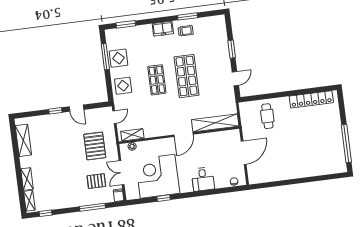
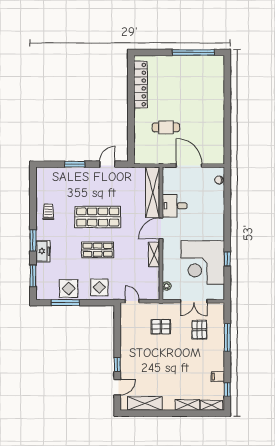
window: (188, 16) -> (33, 240), moved
freezer: (163, 29) -> (43, 251), moved
door: (235, 79) -> (107, 164), hinge flipped
door: (76, 108) -> (117, 387), moved
cafe table: (267, 116) -> (166, 127), moved
shelving: (132, 135) -> (154, 254), moved
door: (184, 135) -> (161, 228), swing flipped
pallet: (95, 146) -> (161, 327), width x0.67, depth x0.71
desk: (203, 179) -> (175, 206), moved, turned 180
filing cabinet: (119, 195) -> (218, 377), moved

